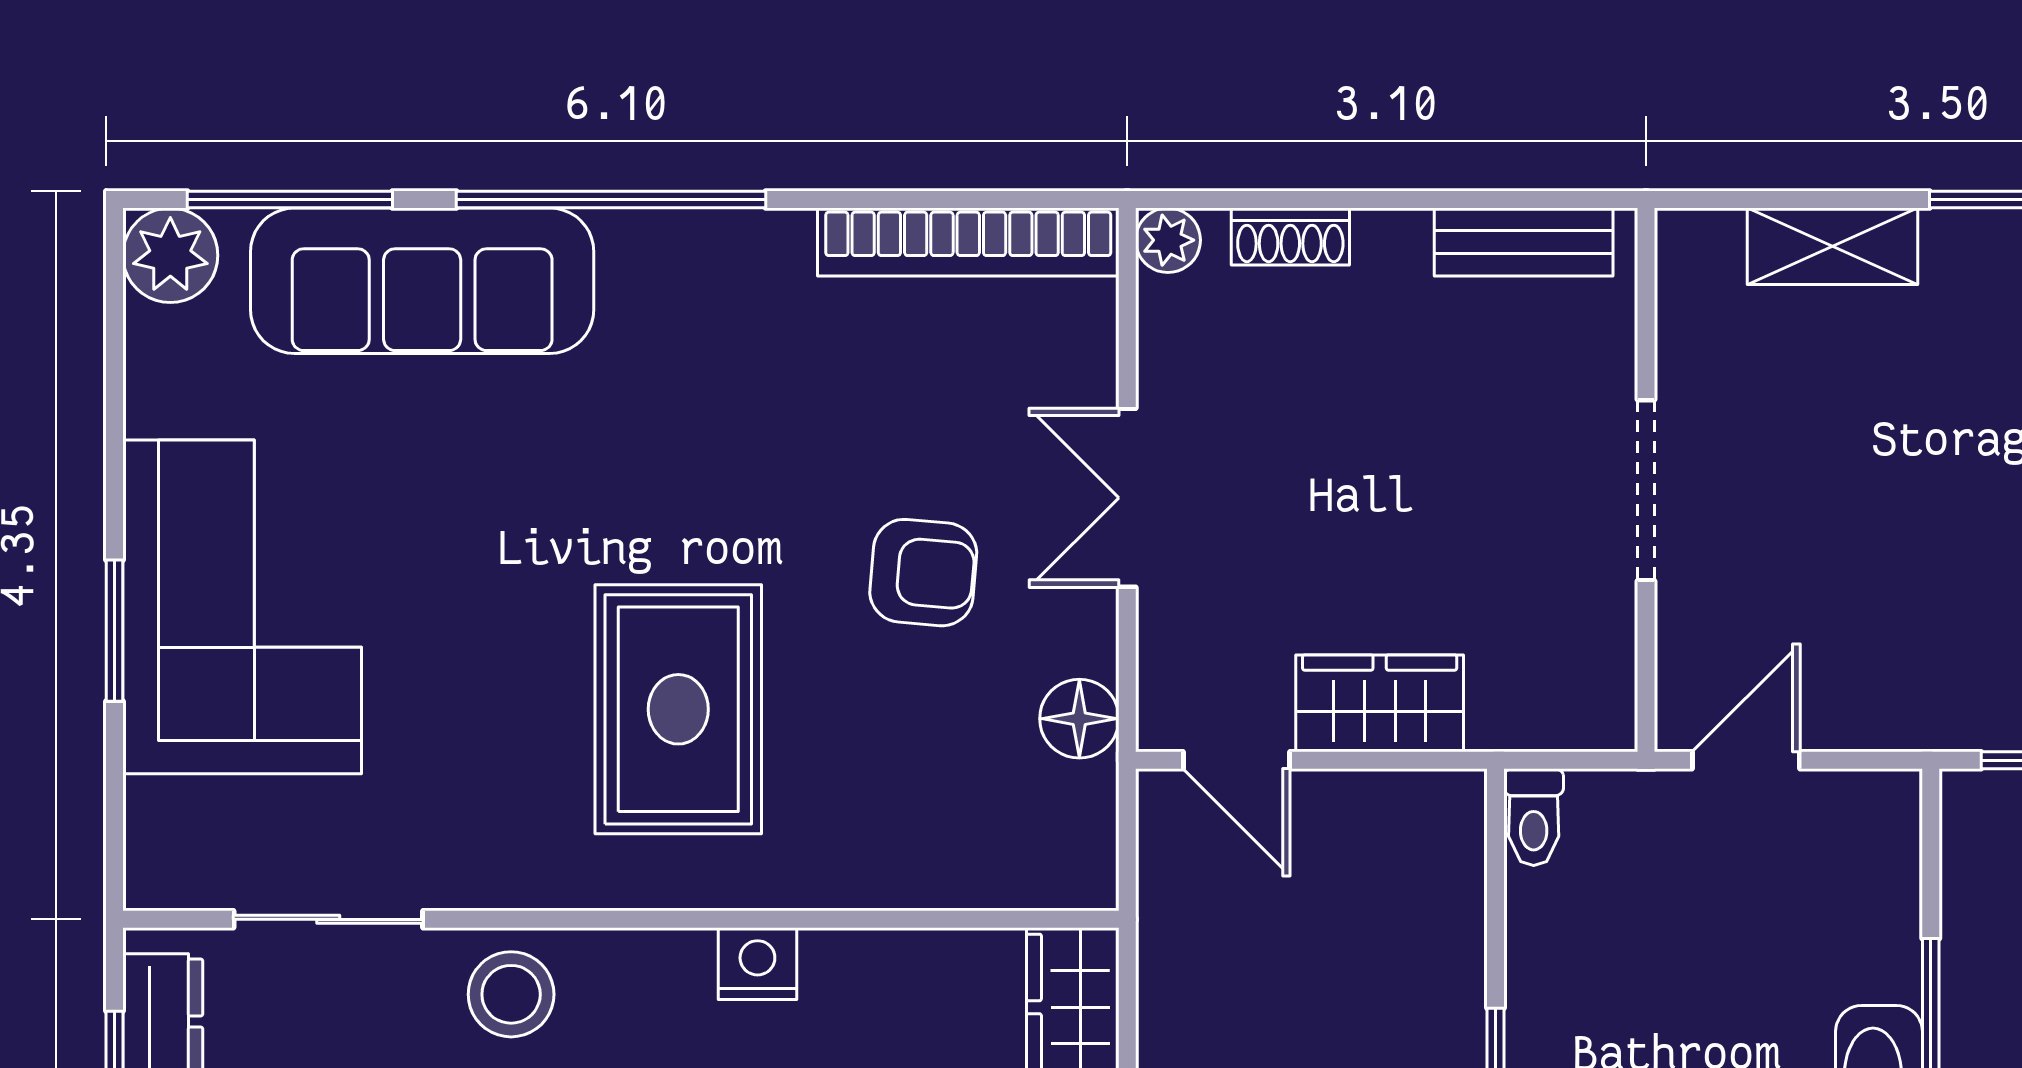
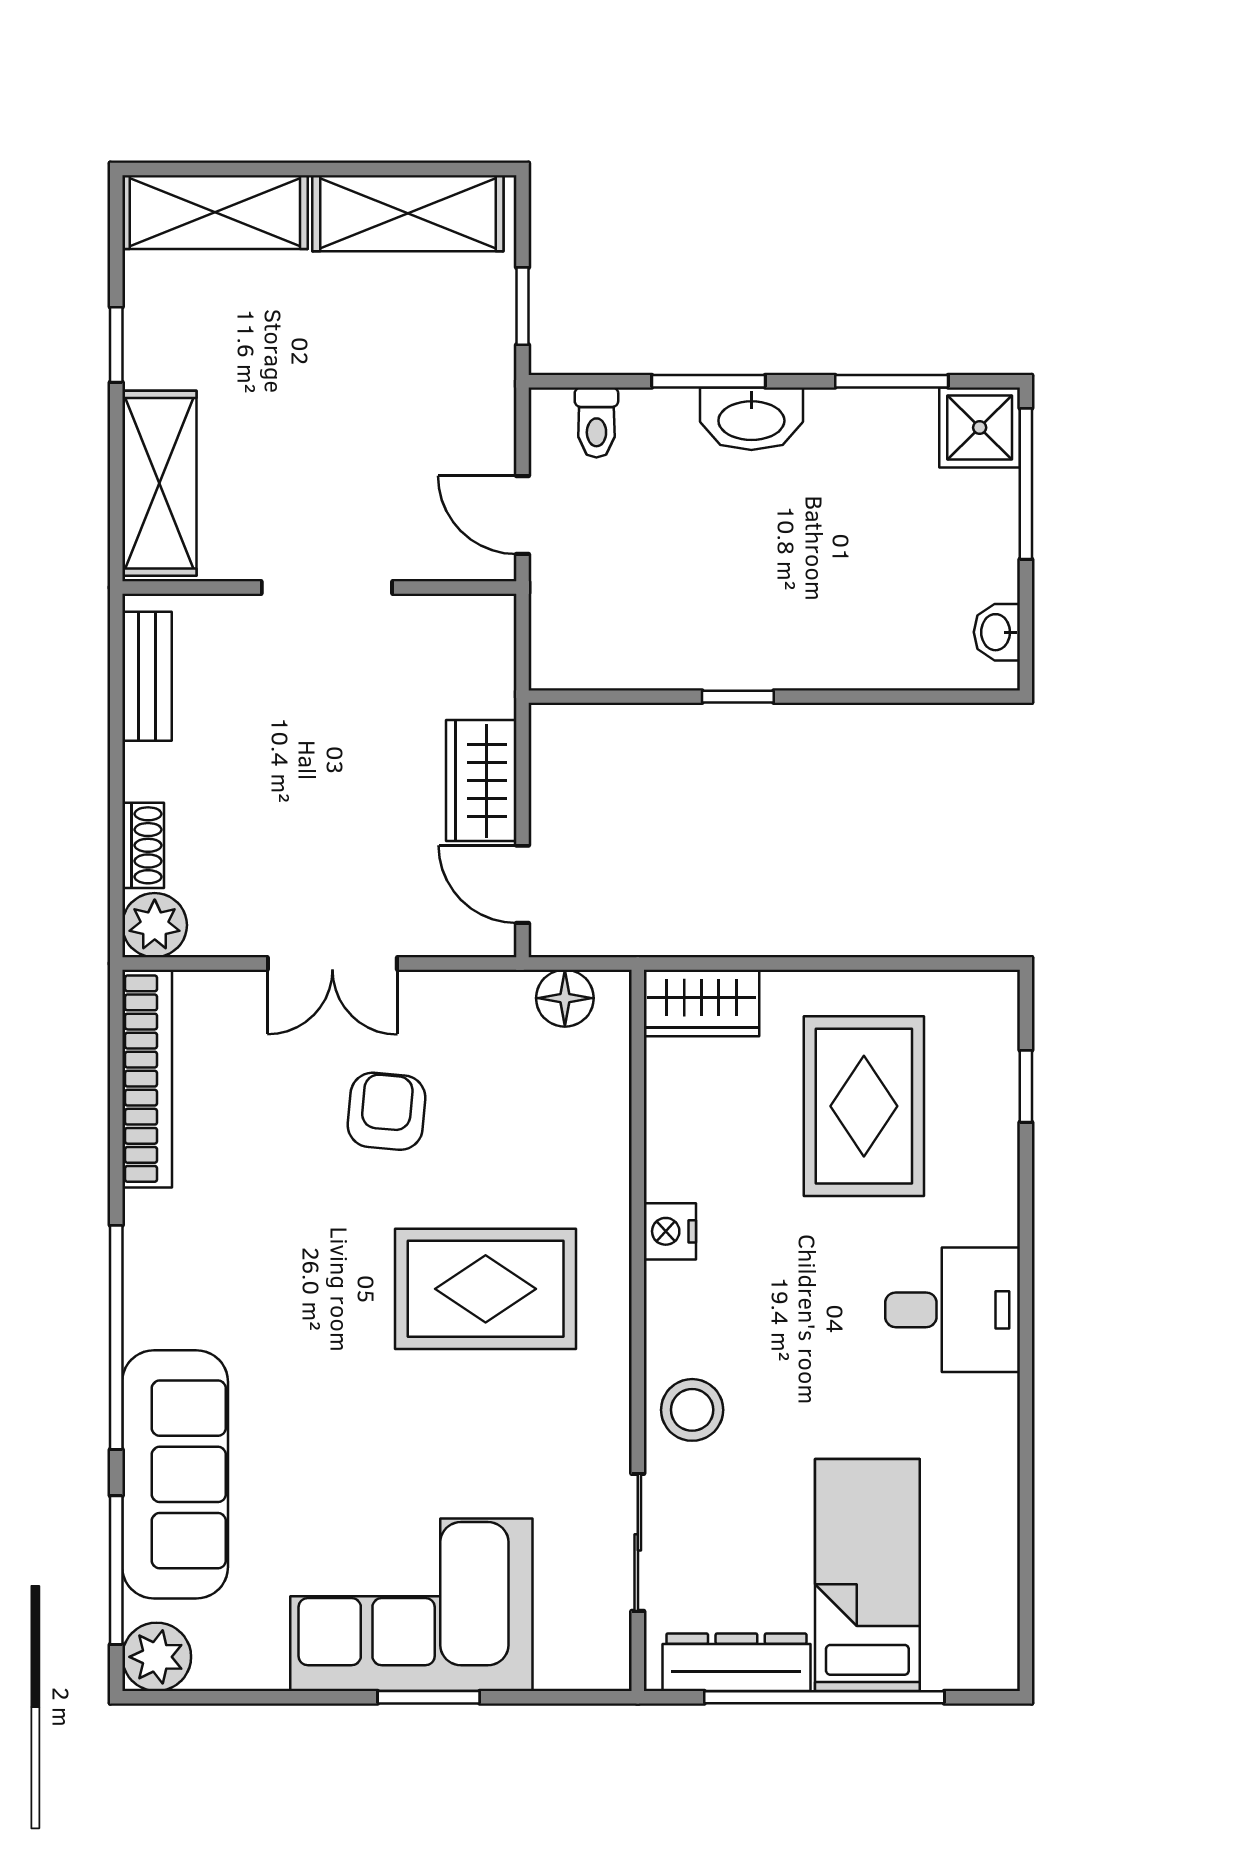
plant: (1168, 240) -> (155, 925), width x1.38, depth x1.38
shelving: (1832, 246) -> (159, 483), width x1.50, depth x1.33
floor lamp: (1079, 719) -> (565, 998), moved
door: (1237, 760) -> (523, 884), swing flipped
toilet: (1534, 817) -> (596, 422), moved, turned 90

